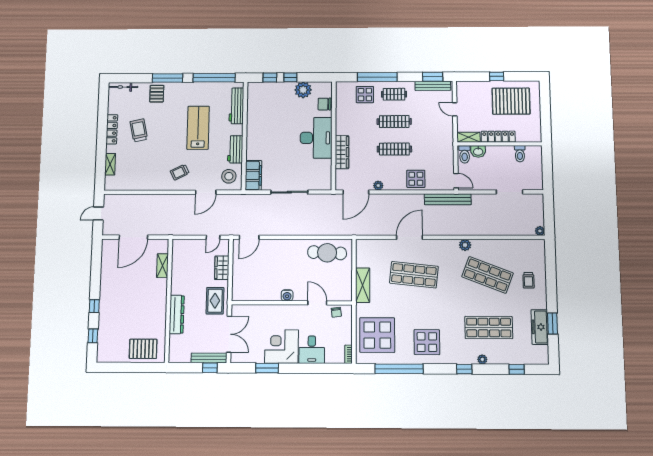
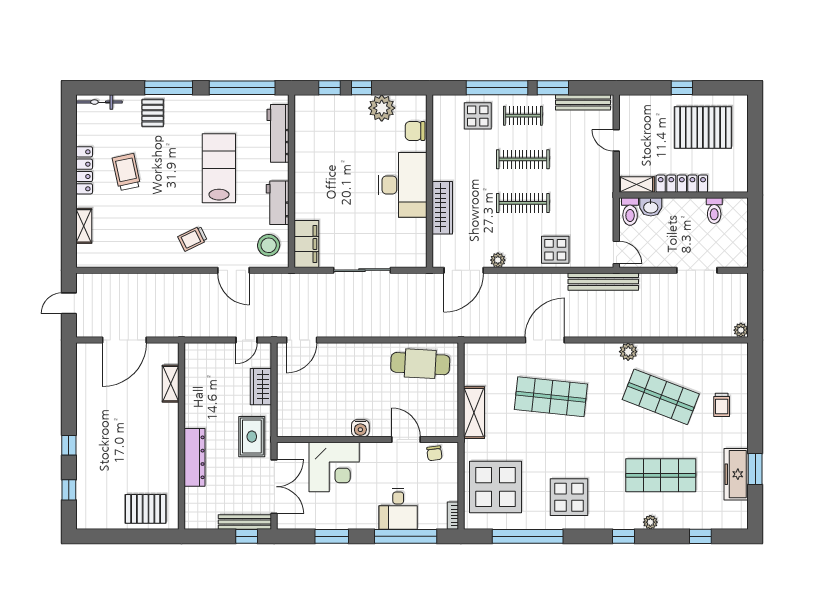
window: (433, 77) -> (553, 88), moved
door: (206, 192) -> (234, 270), hinge flipped
corner desk: (281, 346) -> (334, 467), moved, turned 180
window: (317, 368) -> (406, 536), added

